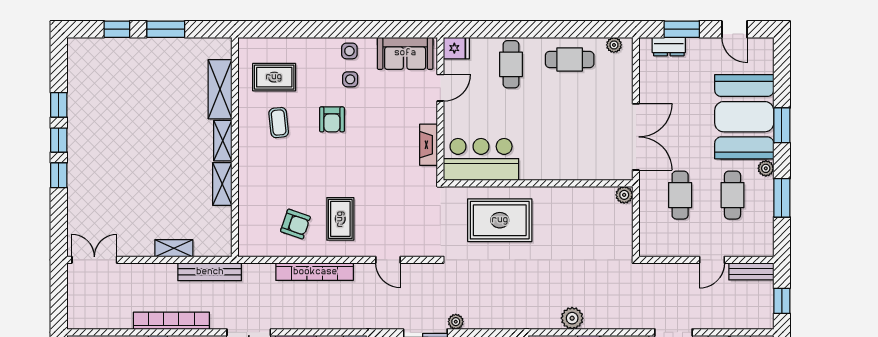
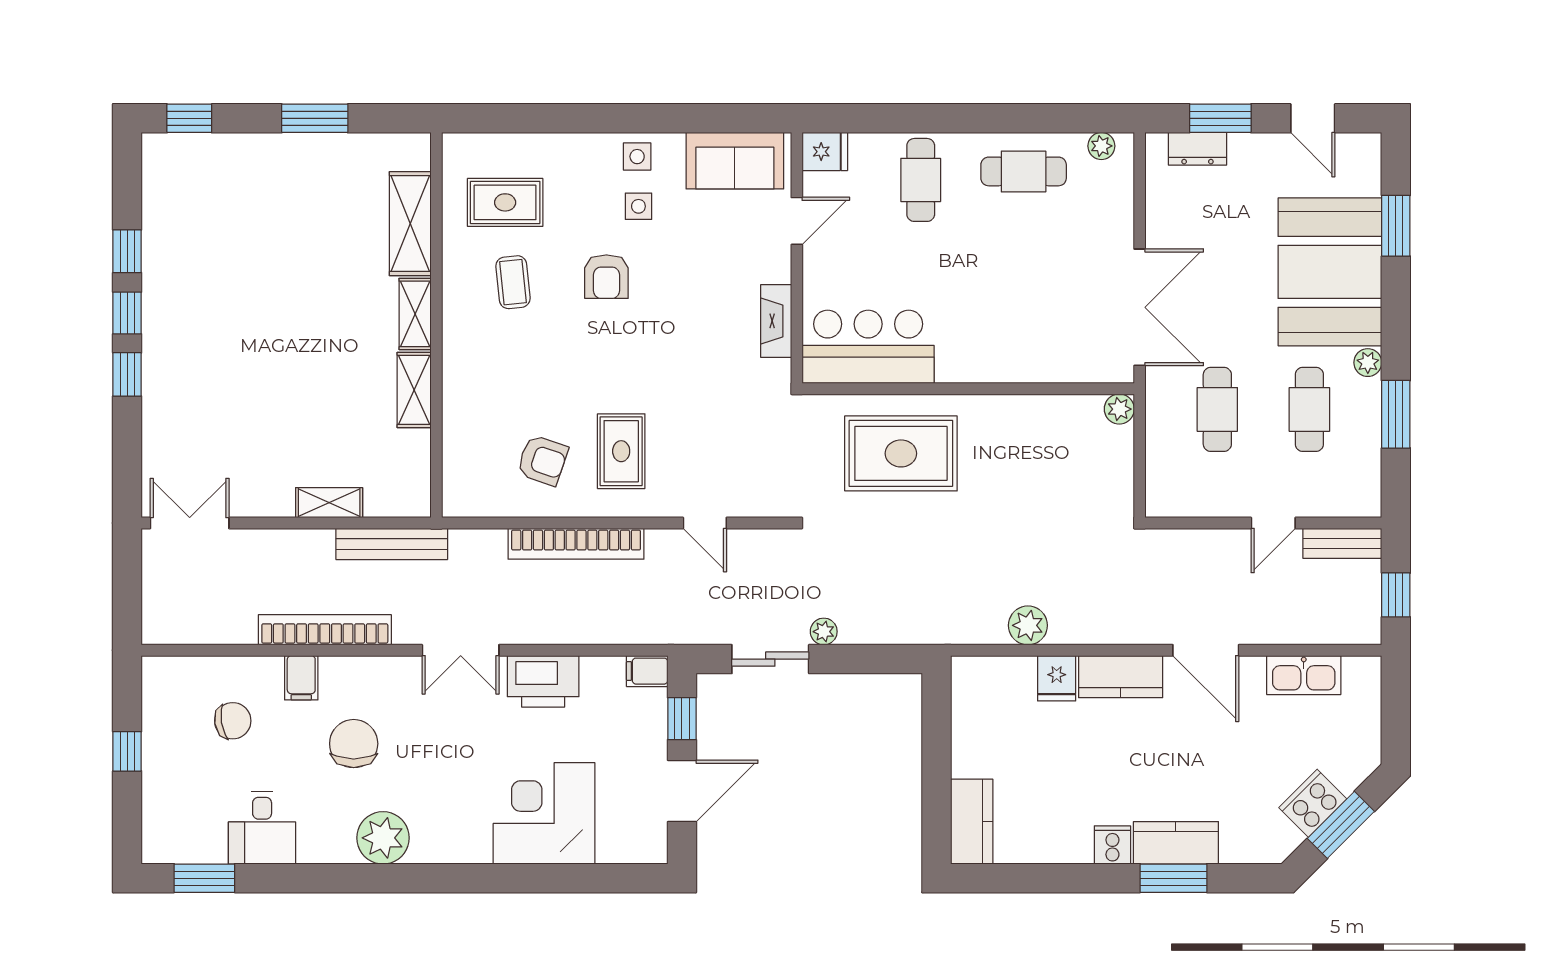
window: (117, 29) -> (189, 118), moved
window: (782, 125) -> (1396, 226), moved

